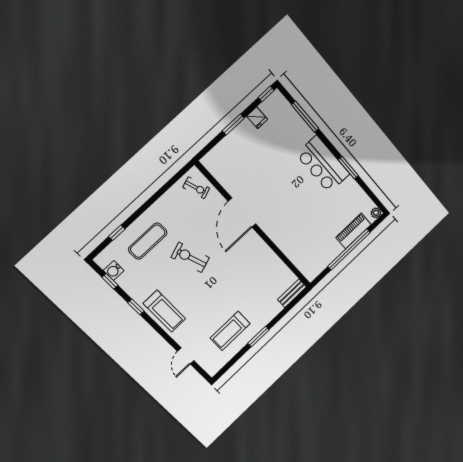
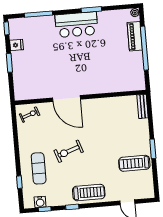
treadmill: (230, 331) -> (134, 163), turned 90

